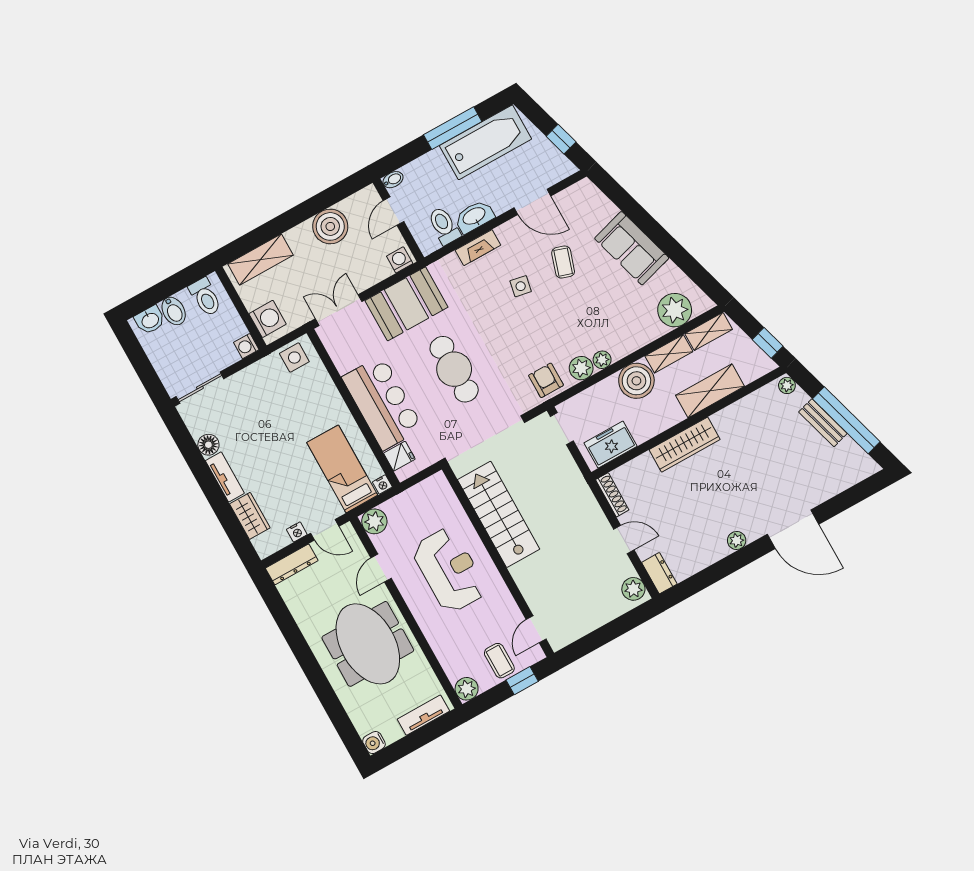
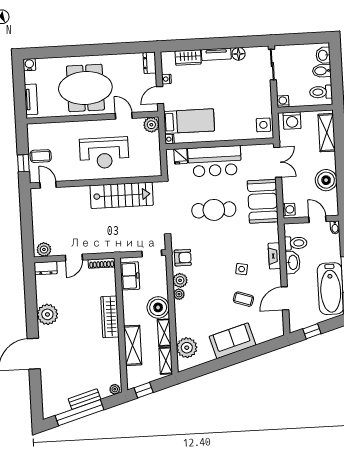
plant: (737, 540) -> (47, 314), width x1.87, depth x1.87
dresser: (292, 564) -> (150, 63), width x0.70
plant: (467, 689) -> (34, 130), removed

